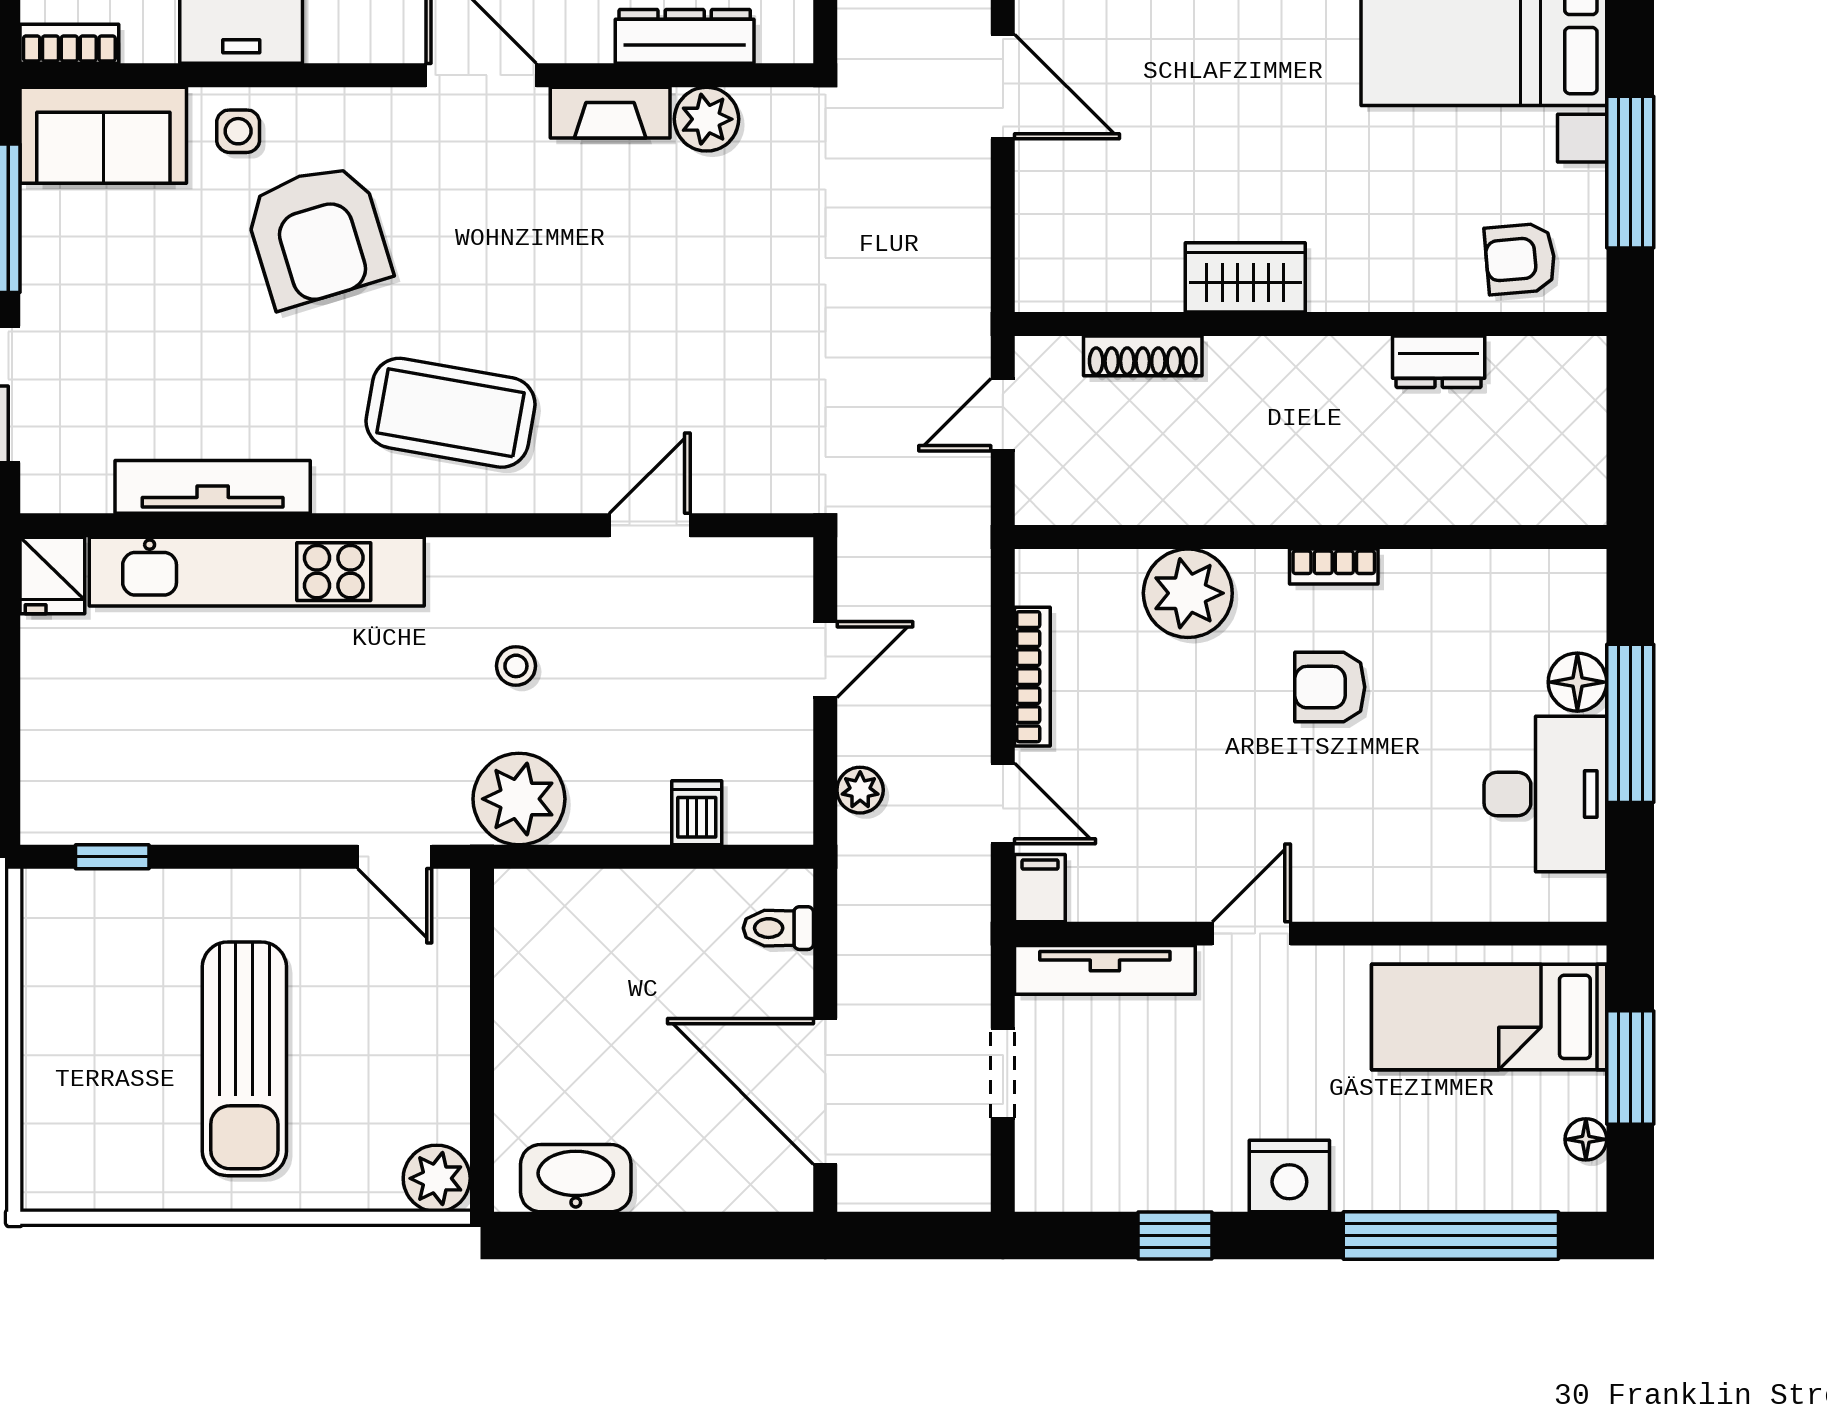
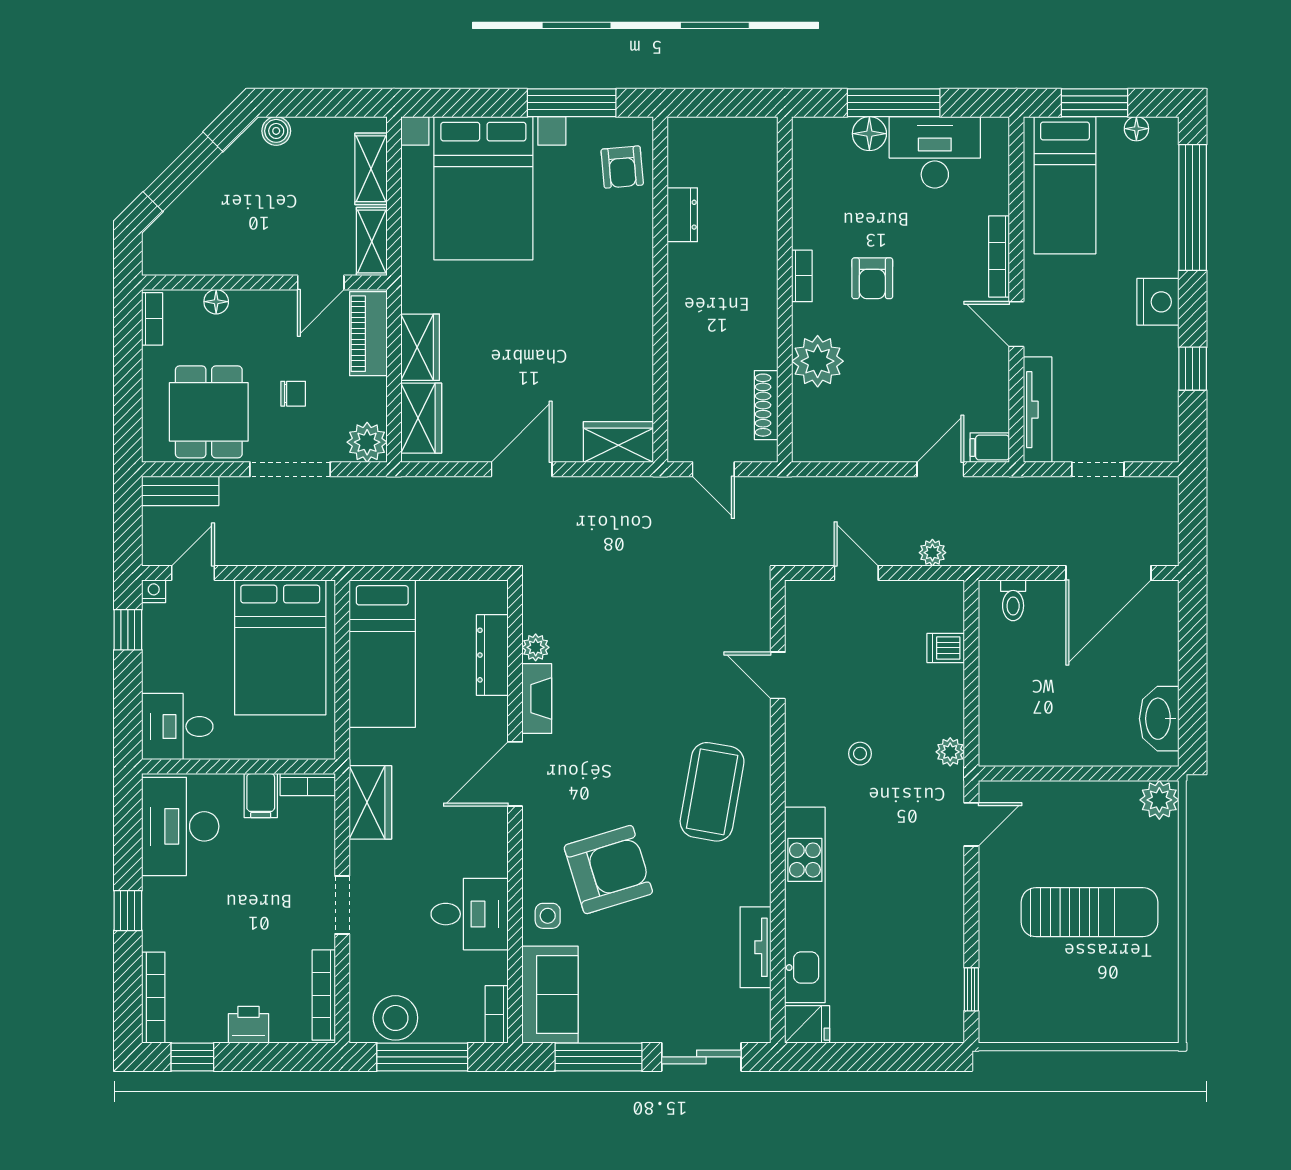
plant: (707, 119) -> (536, 647), width x0.73, depth x0.73
wardrobe: (1245, 277) -> (618, 442), moved, turned 90
shoe rack: (1143, 356) -> (766, 405), moved, turned 180
tv unit: (213, 487) -> (755, 947), width x0.71
bookcase: (1032, 677) -> (999, 256), moved, turned -90
plant: (519, 799) -> (950, 752), width x0.53, depth x0.53

